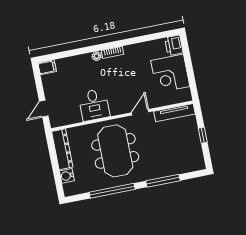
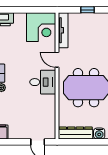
corner desk: (170, 74) -> (41, 27), moved
desk: (94, 105) -> (43, 82), moved

